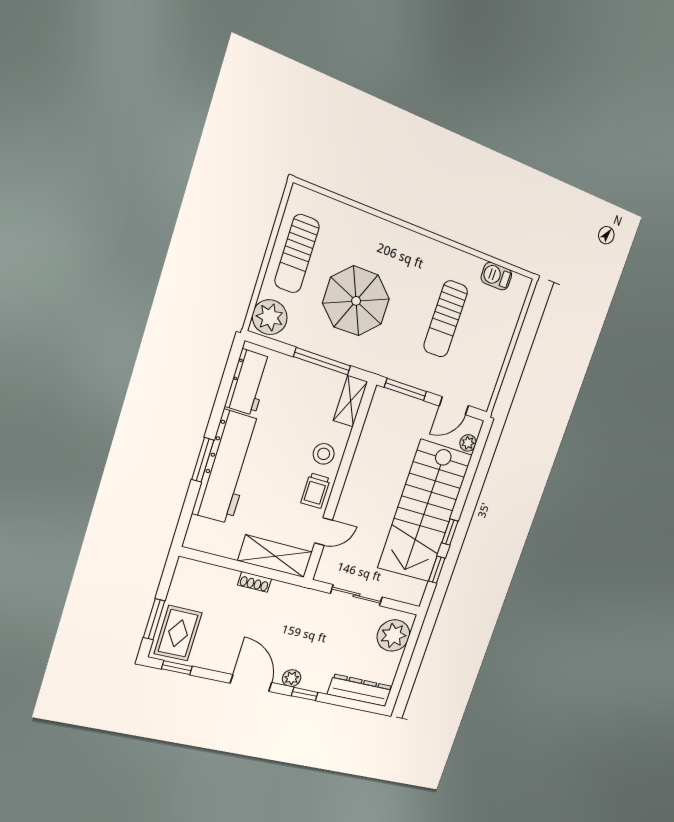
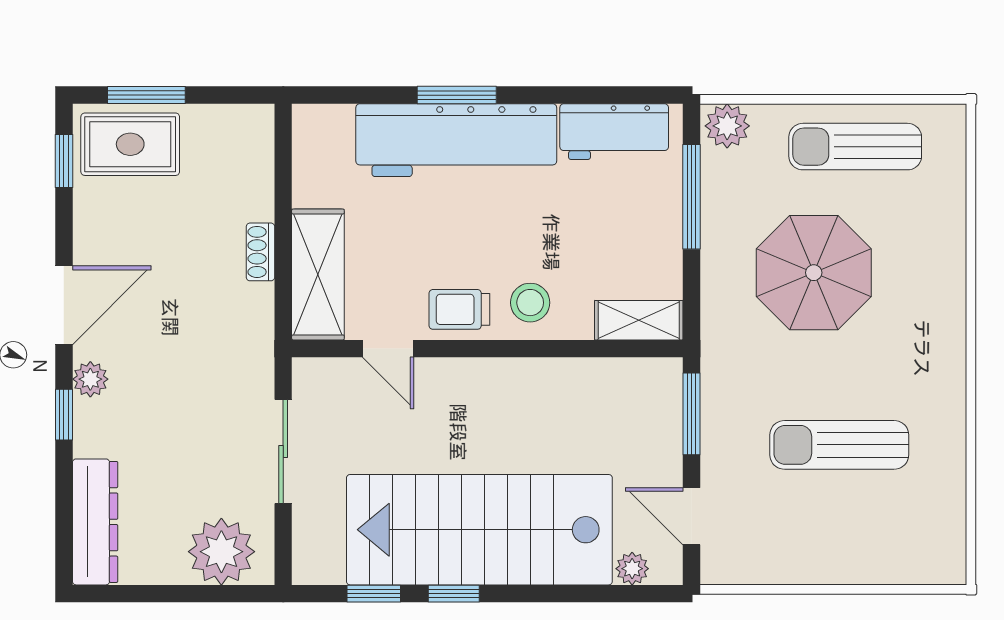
barbecue: (496, 276) -> (946, 513), removed
plant: (270, 317) -> (727, 126), width x0.73, depth x0.73
window: (322, 361) -> (691, 197), moved

